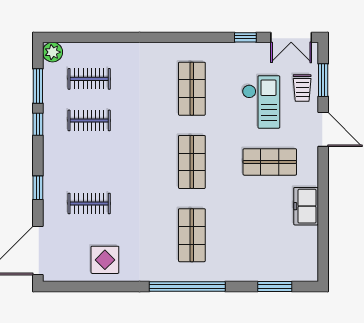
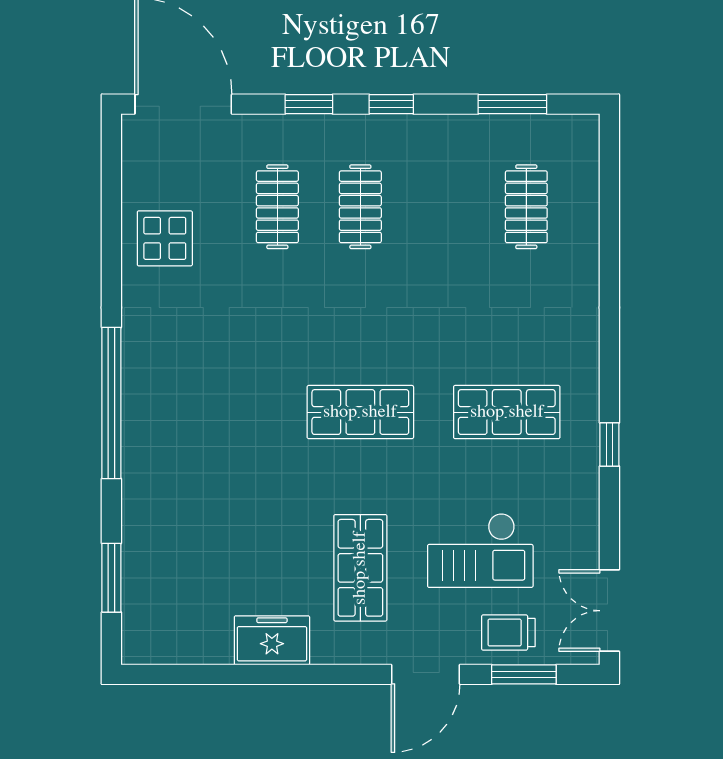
window: (245, 37) -> (609, 445), moved
plant: (53, 52) -> (580, 134), removed
clothes rail: (89, 120) -> (360, 207), moved
window: (38, 124) -> (391, 104), moved
shop shelf: (192, 235) -> (214, 412), removed

